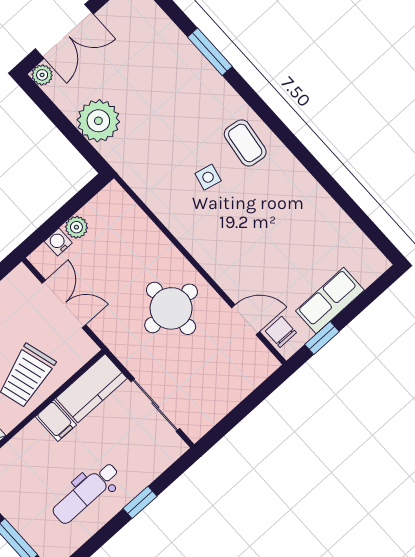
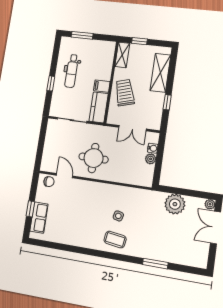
row of seats: (330, 300) -> (39, 218), moved
door: (246, 320) -> (64, 176), swing flipped
window: (322, 338) -> (30, 209), moved
dental chair: (86, 493) -> (72, 71), turned 180

